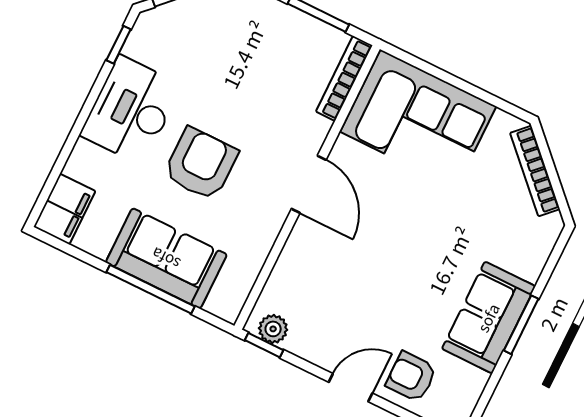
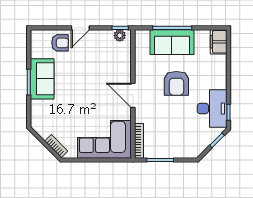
desk: (131, 110) -> (212, 109), moved
bookcase: (535, 171) -> (56, 146), width x0.64

